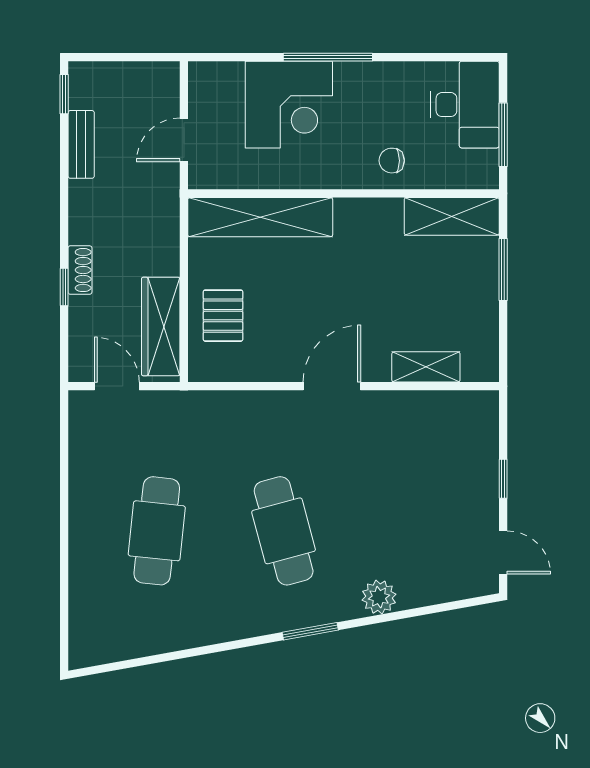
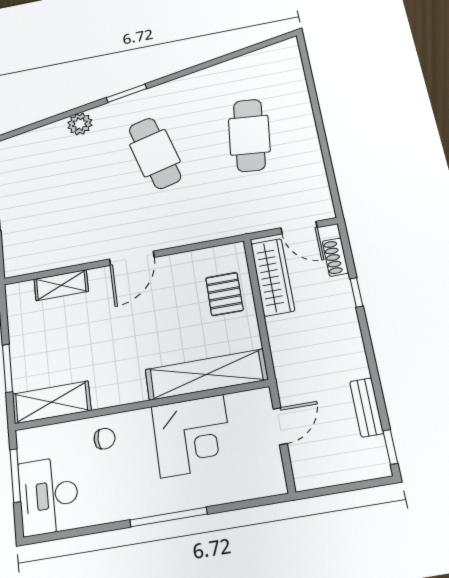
corner desk: (289, 105) -> (192, 436), moved, turned 180
shoe rack: (80, 270) -> (335, 257), moved

